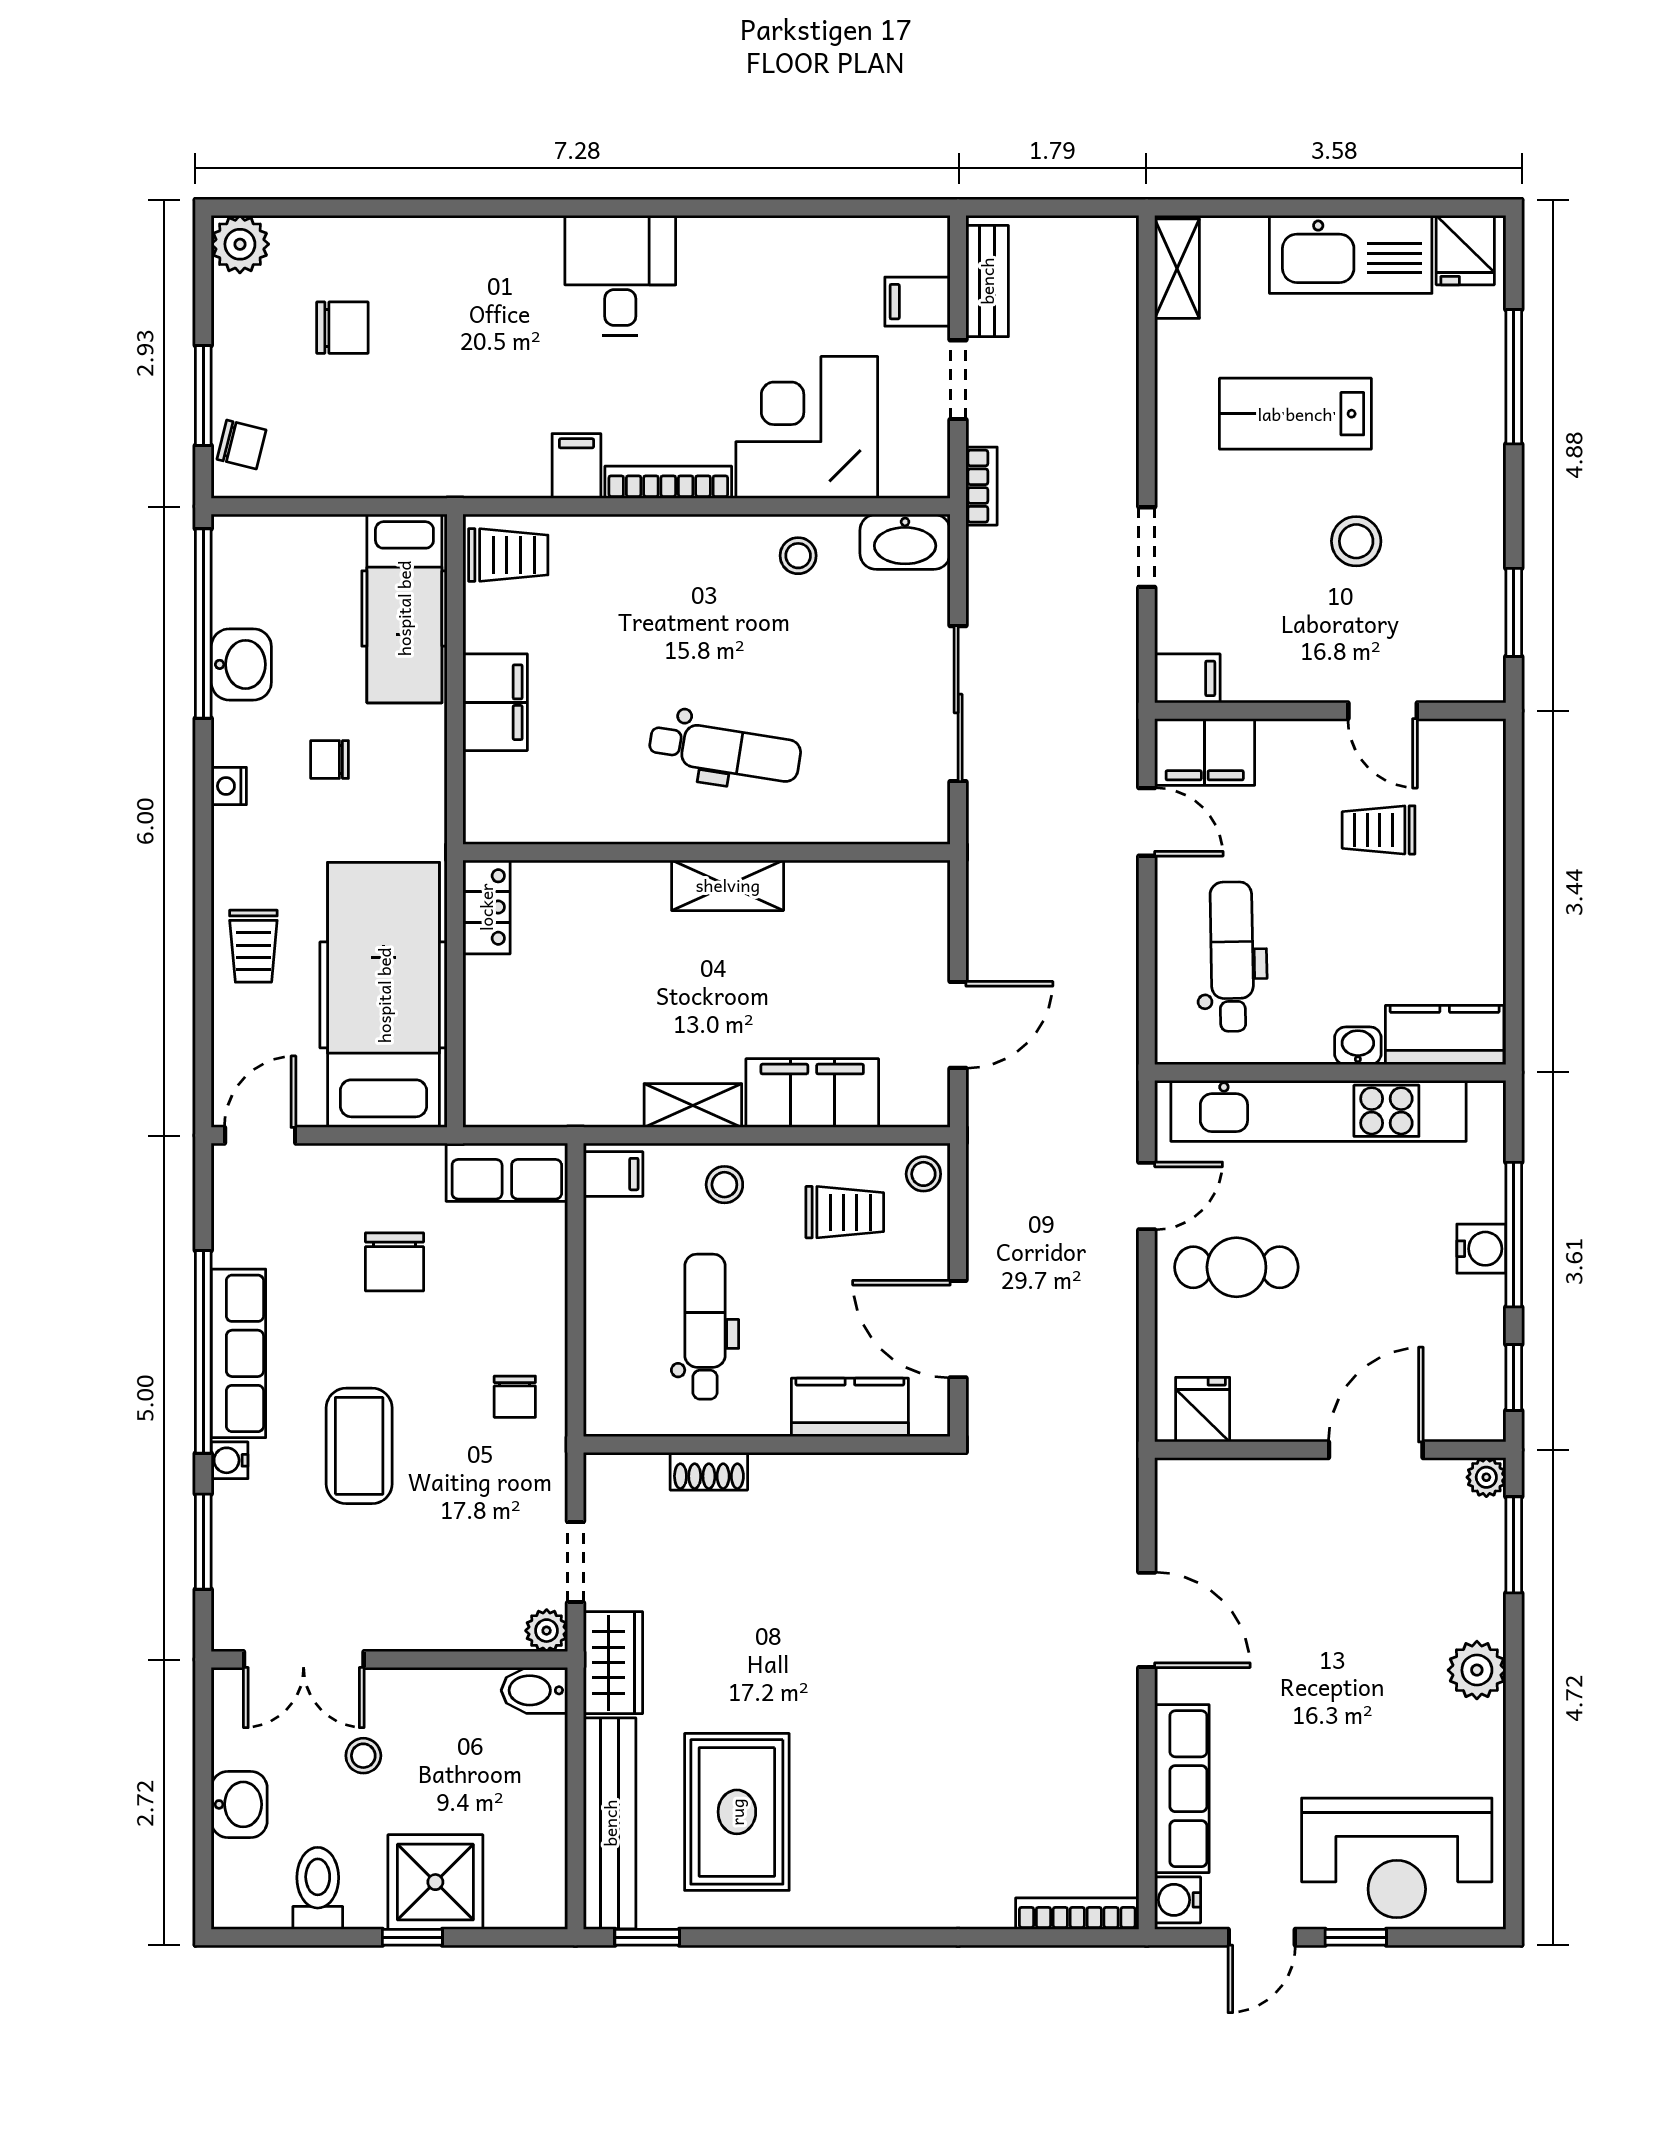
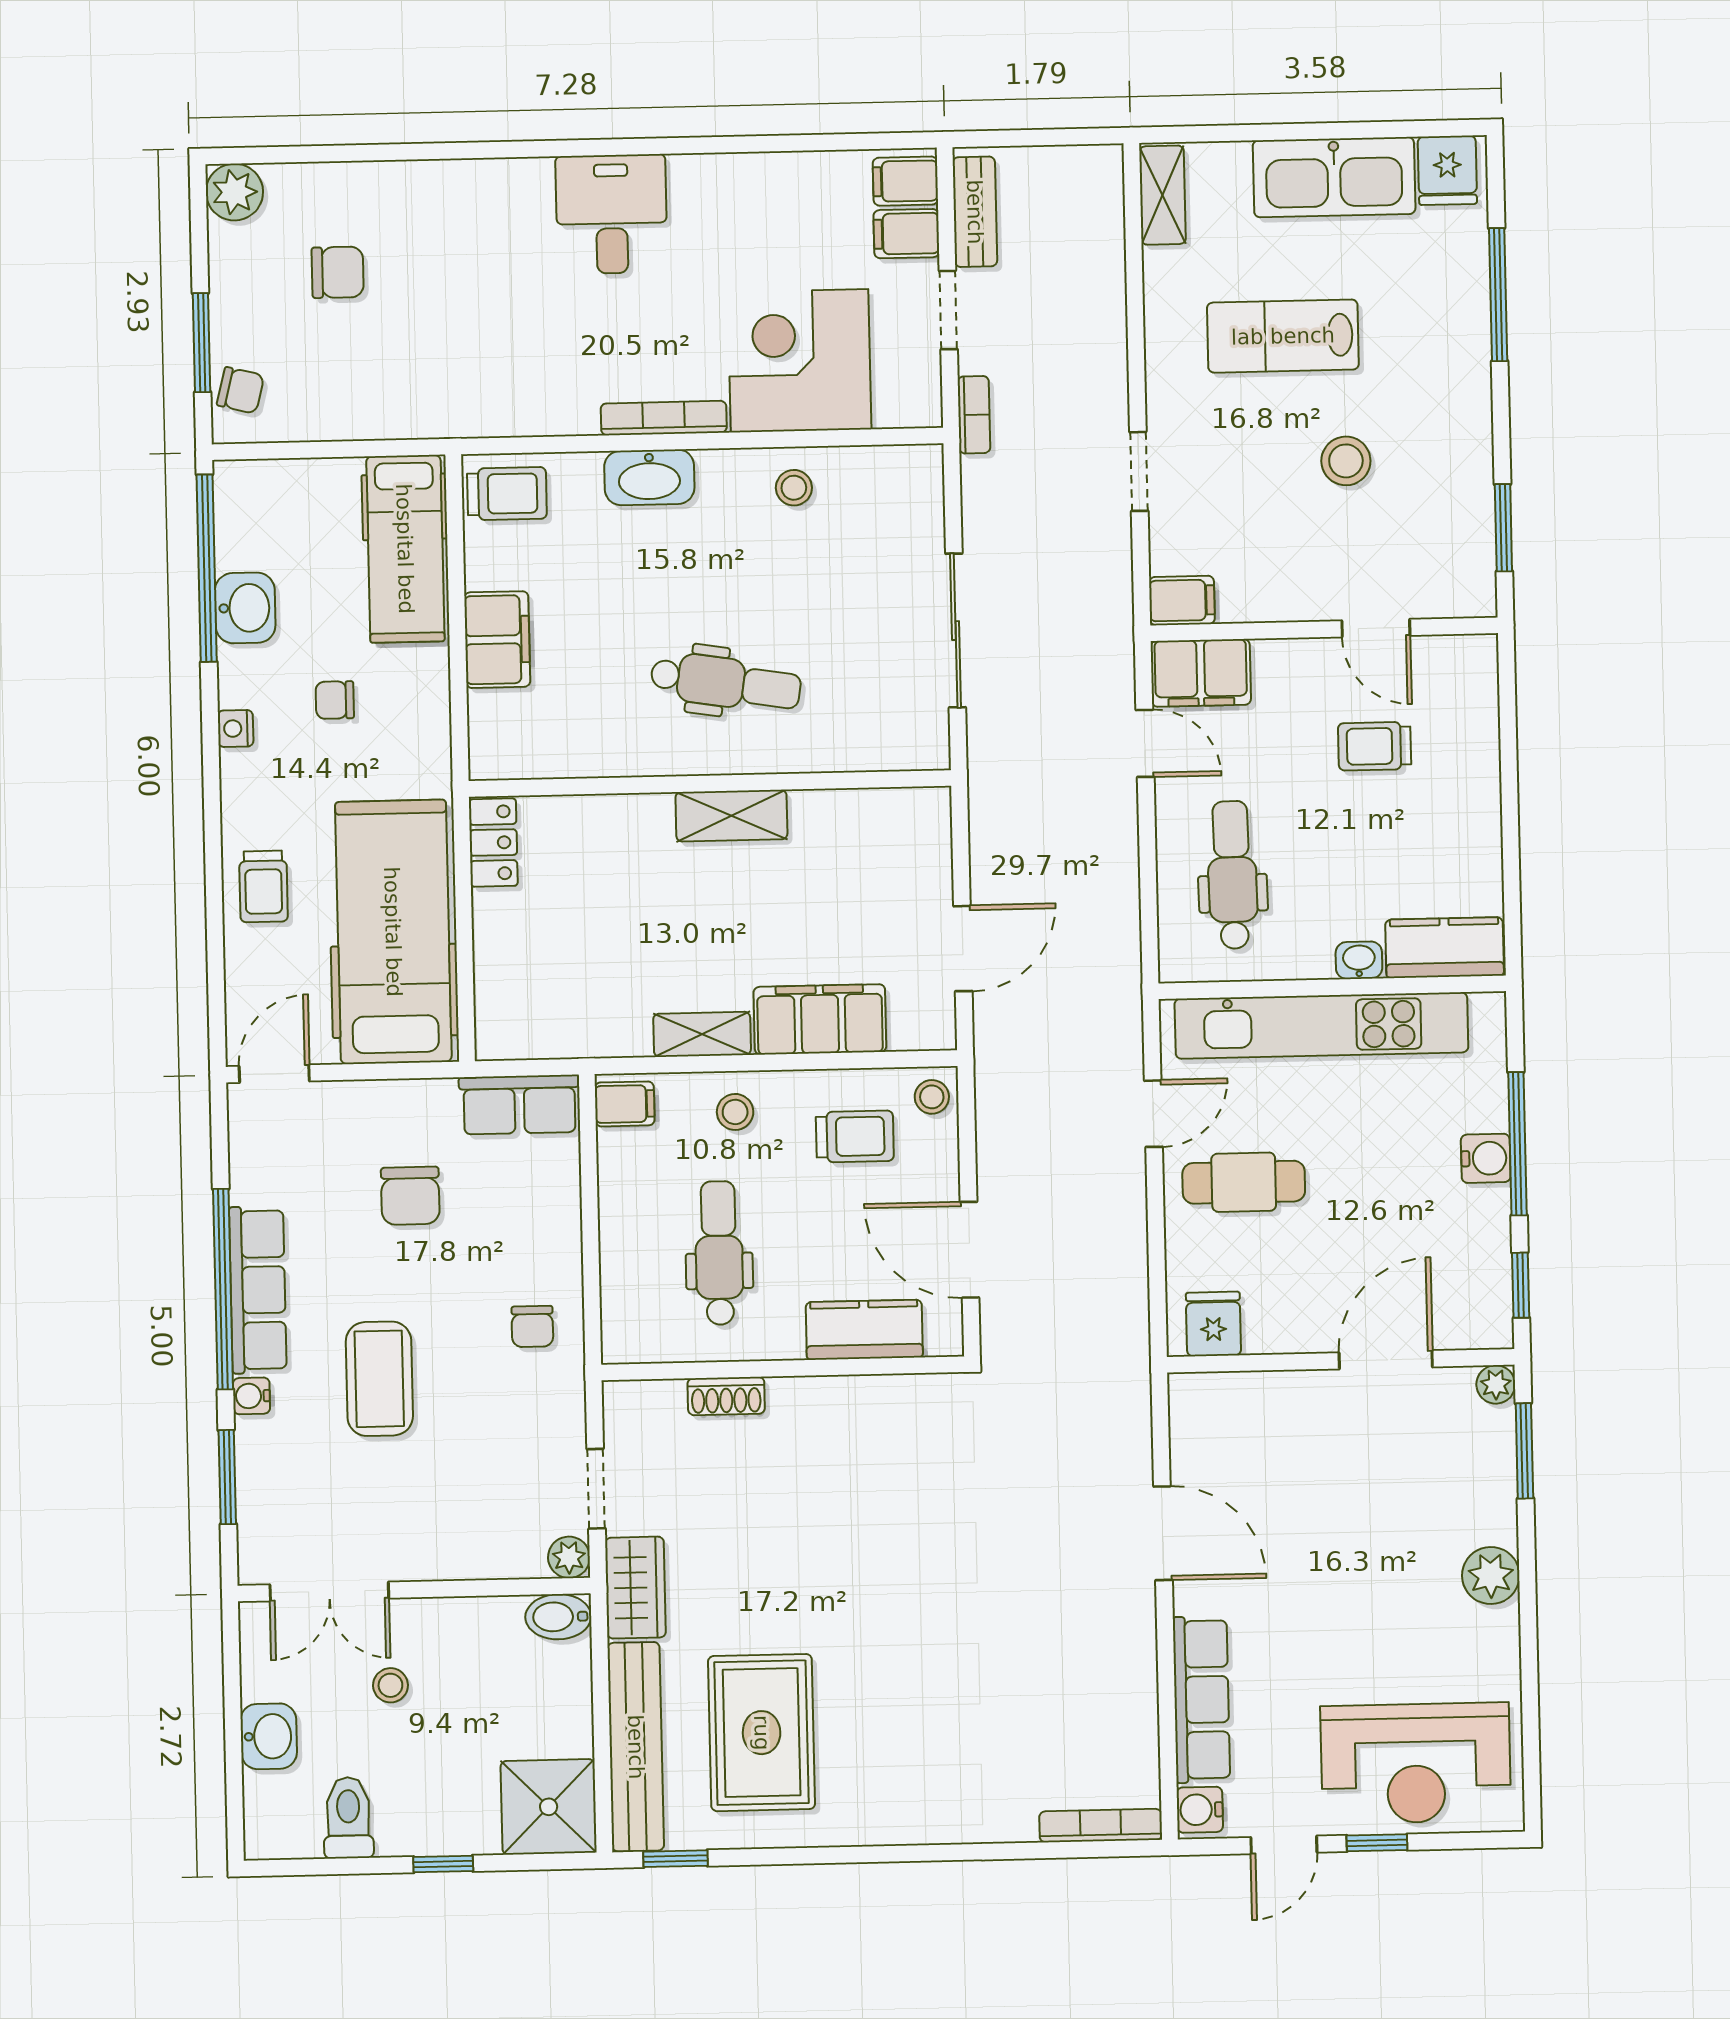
filing cabinet: (576, 466) -> (905, 181), moved, turned -90
washbasin: (905, 542) -> (649, 477), moved
shower: (435, 1882) -> (549, 1807), moved

